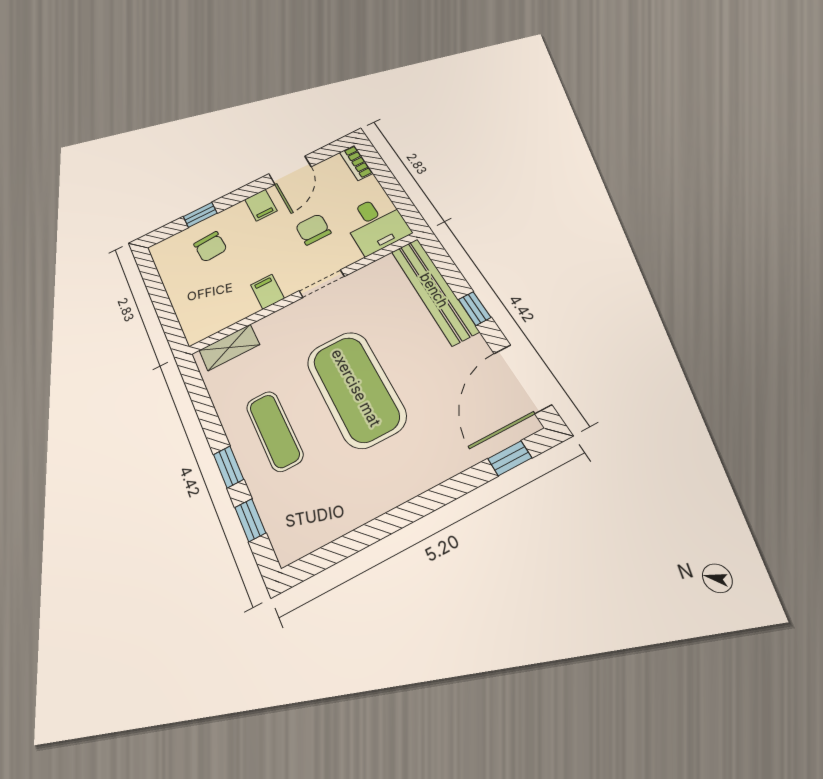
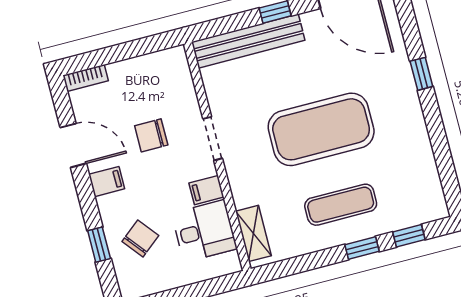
desk: (376, 224) -> (204, 231), moved
chair: (210, 247) -> (140, 238), turned -35
window: (510, 458) -> (421, 74), moved

